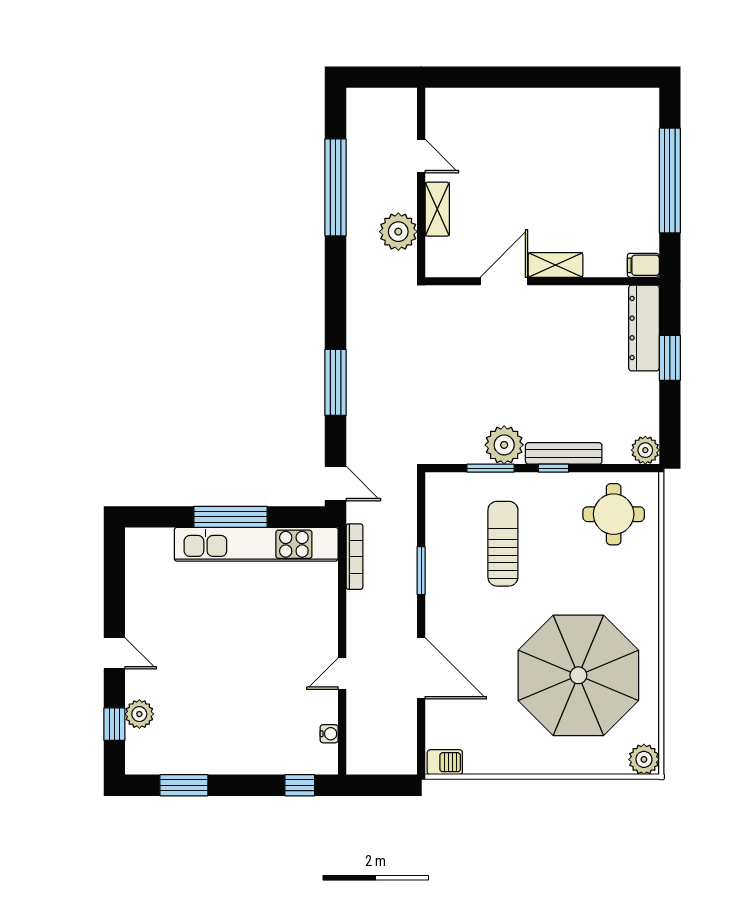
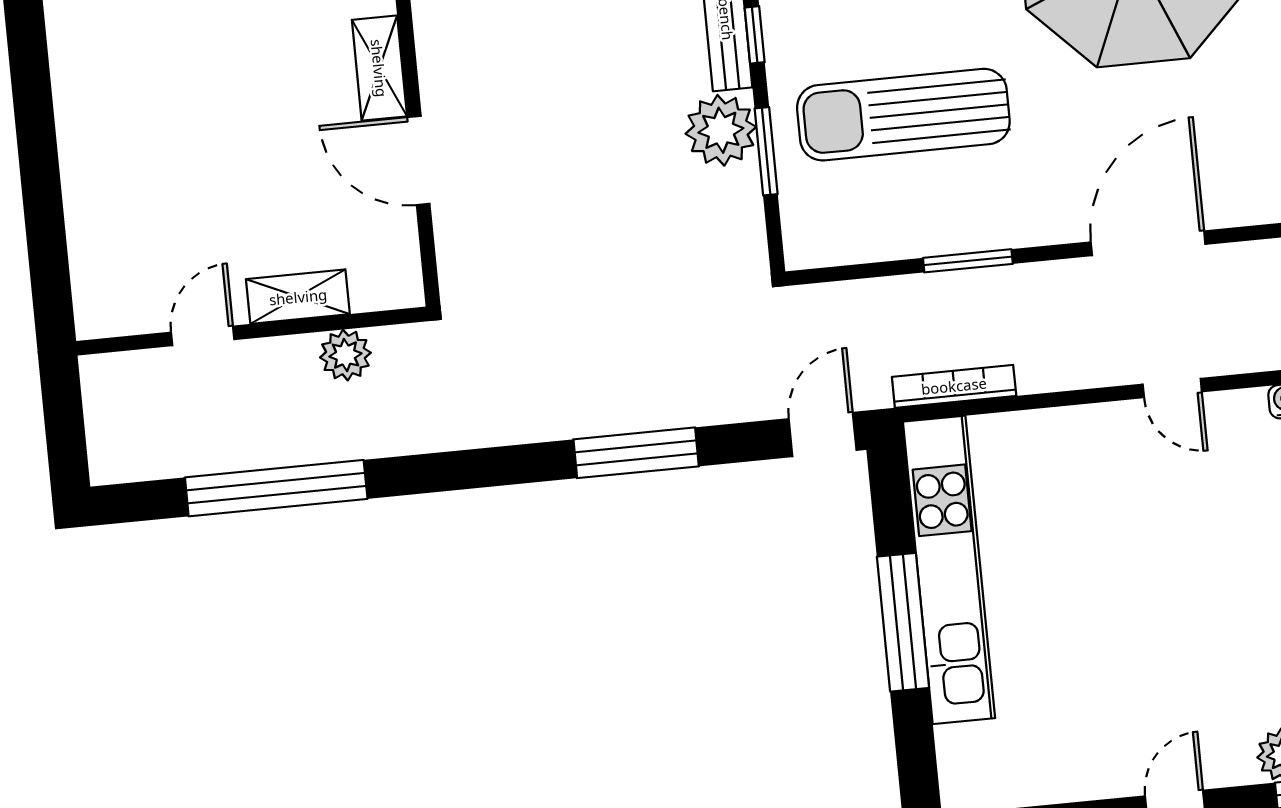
plant: (398, 232) -> (345, 355), width x0.73, depth x0.73
sun lounger: (503, 544) -> (903, 115), width x1.36, depth x1.34

